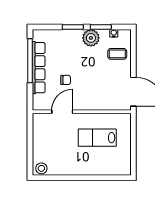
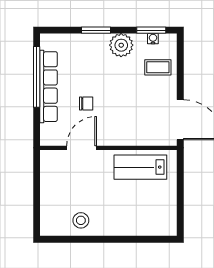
window: (101, 27) -> (151, 30), moved
lab bench: (97, 138) -> (140, 167), moved
stool: (41, 168) -> (81, 220), moved

